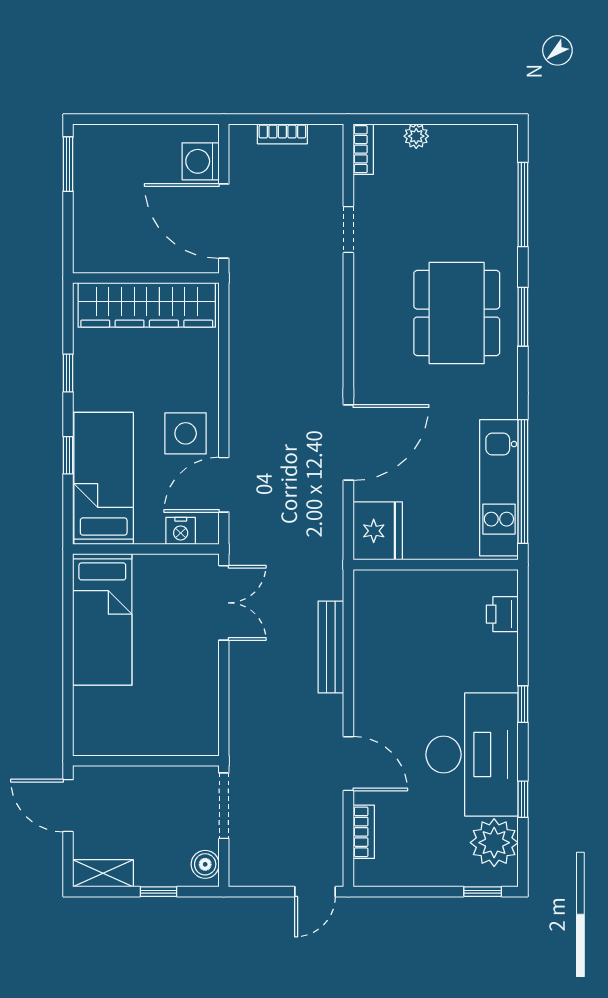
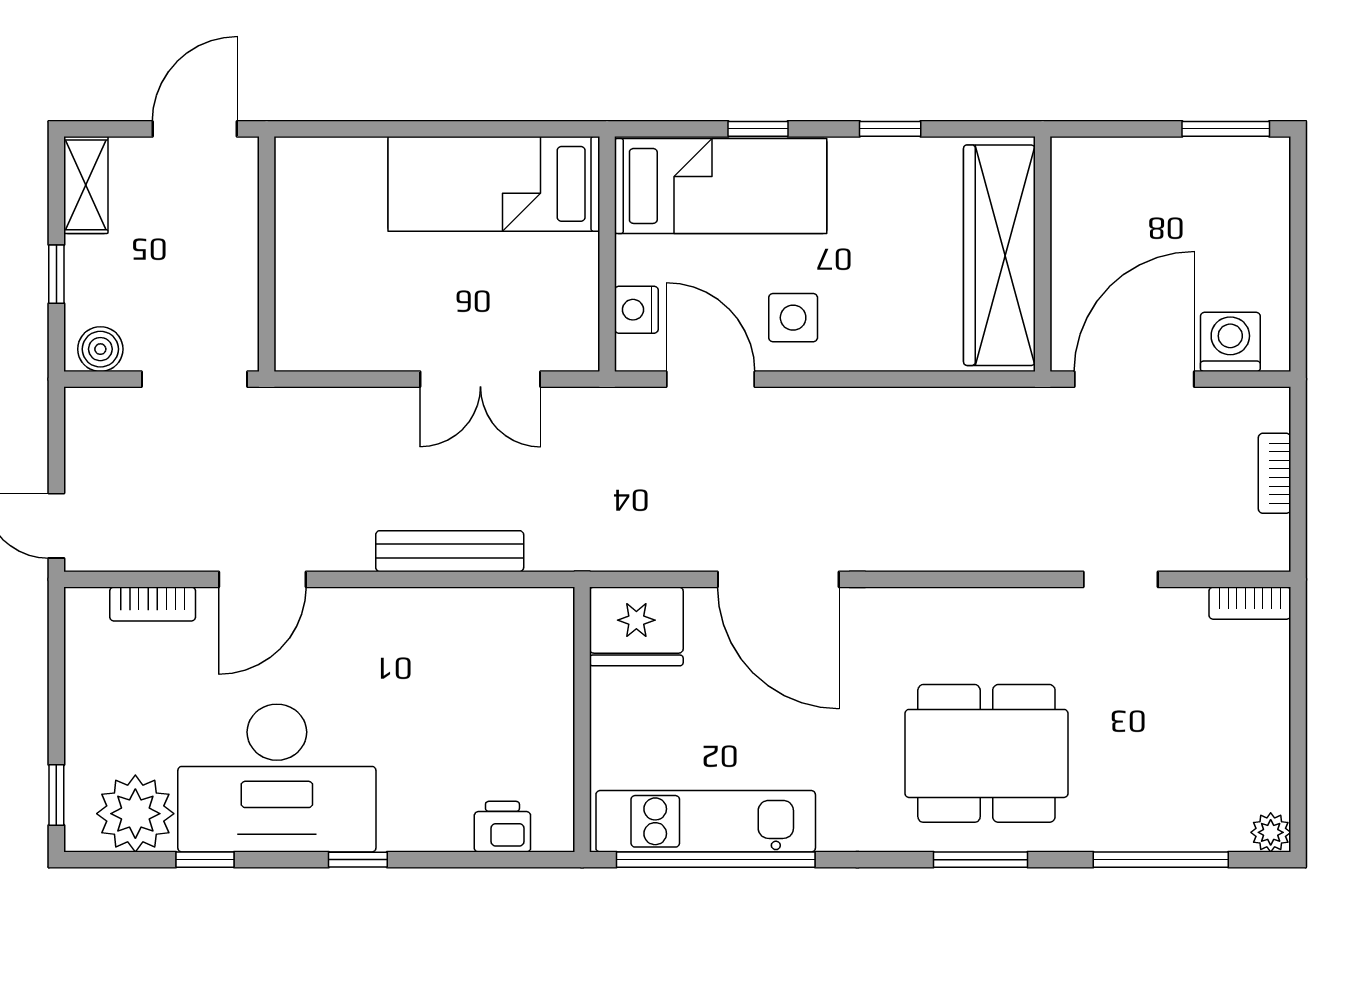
plant: (416, 136) -> (1271, 832), moved
side table: (186, 433) -> (793, 318), width x0.73, depth x0.73
double door: (224, 603) -> (480, 379), moved

